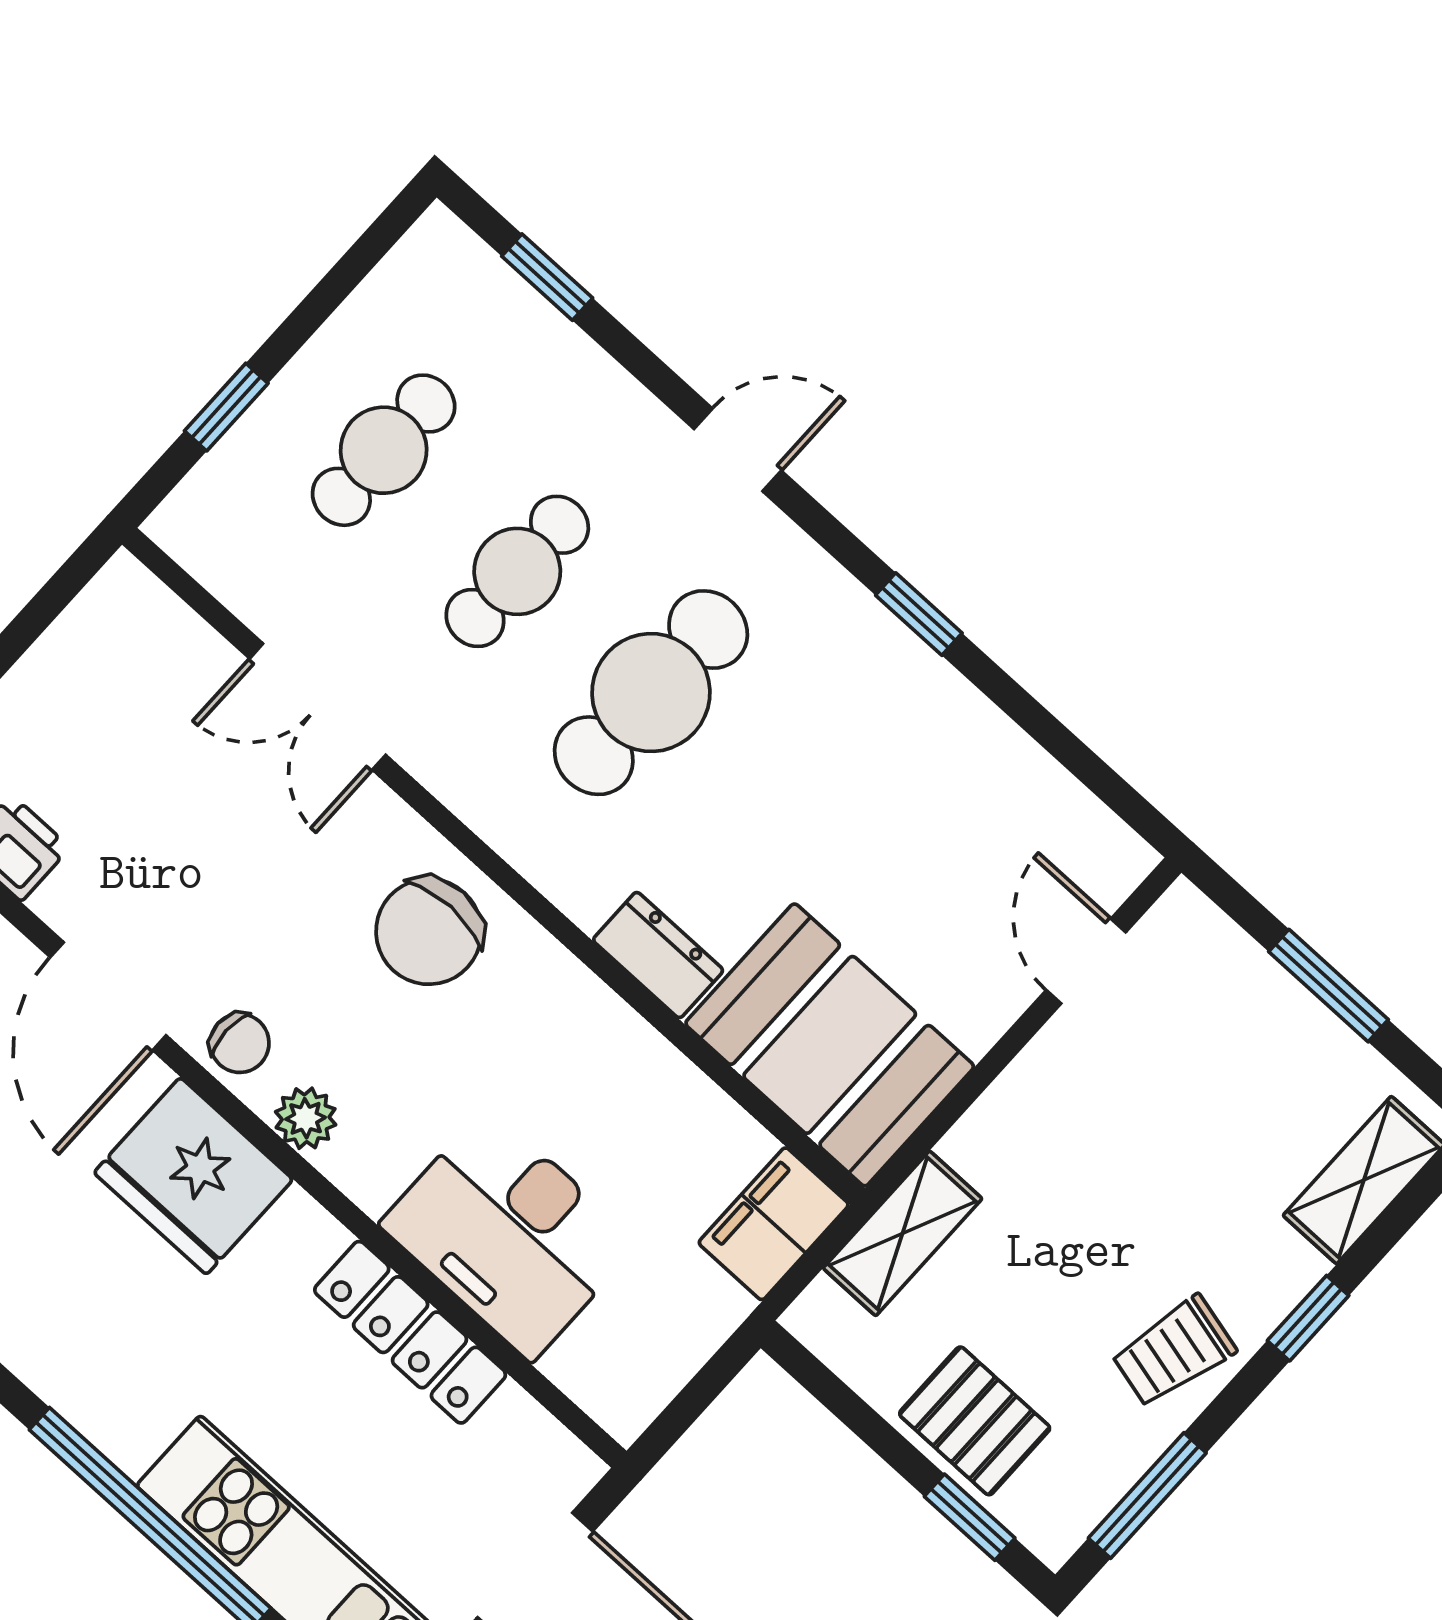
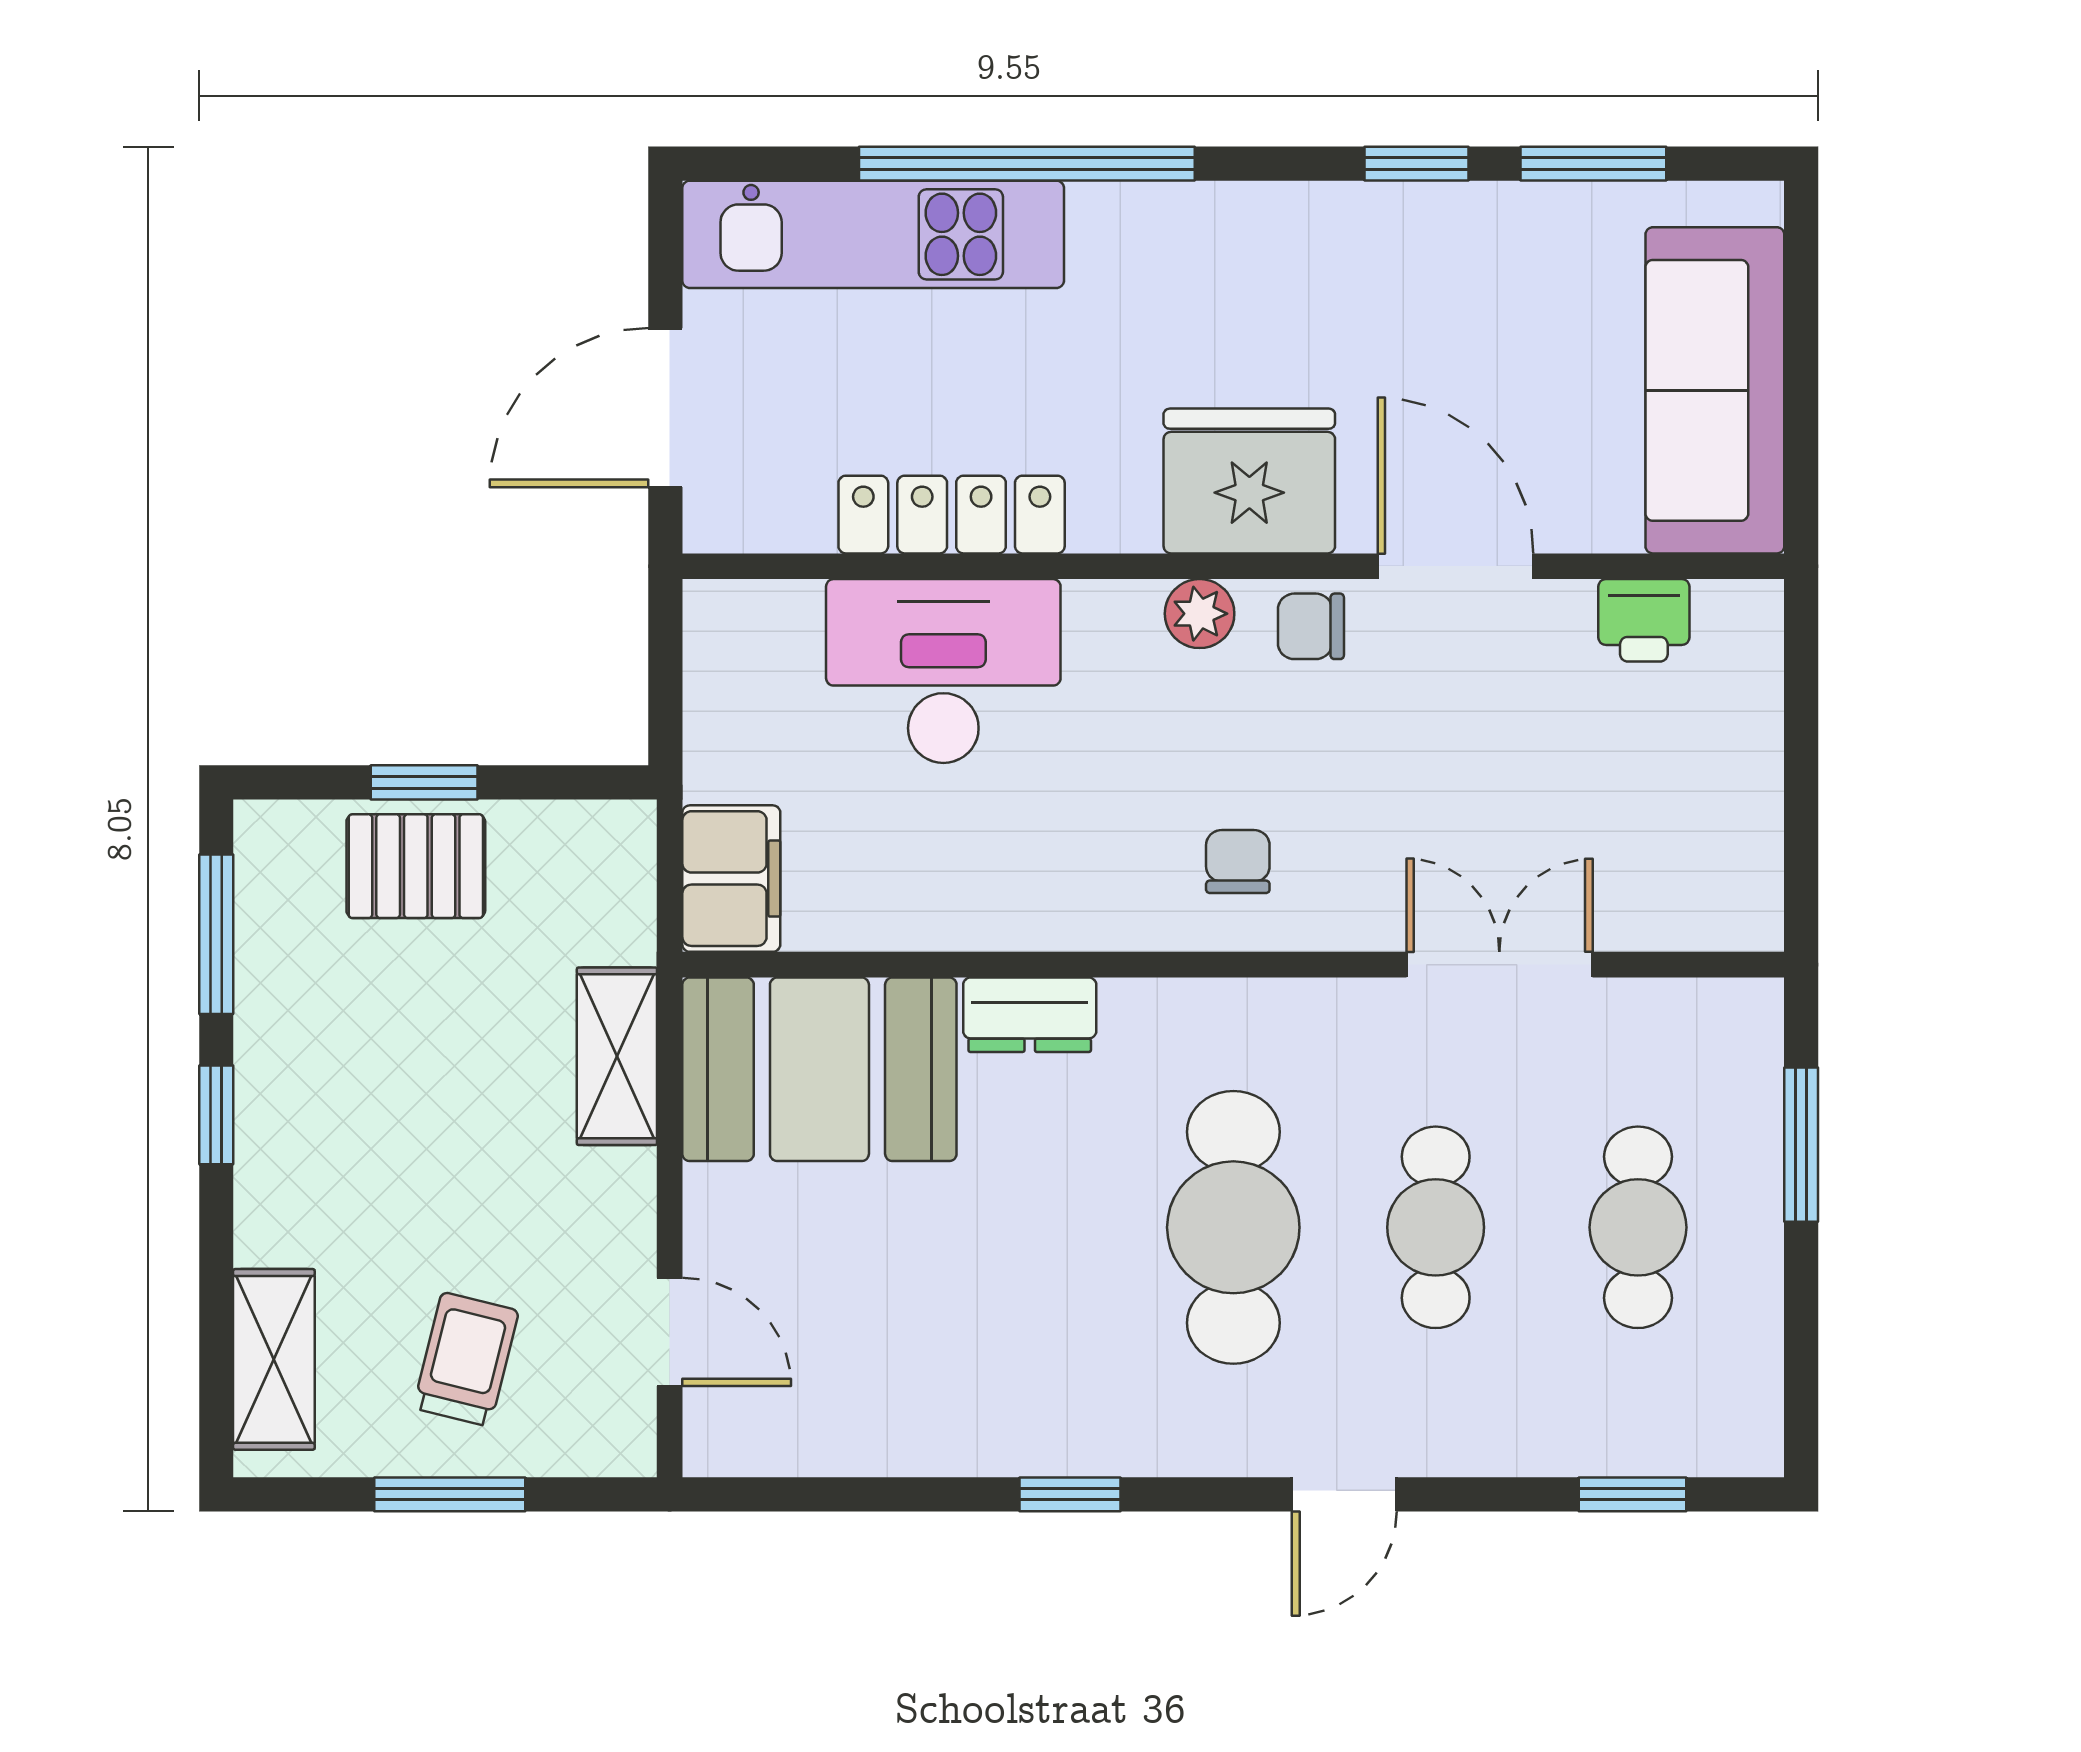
window: (226, 407) -> (1801, 1145), width x1.50
chair: (429, 932) -> (1238, 861), width x0.54, depth x0.54
shelving: (903, 1233) -> (617, 1056), moved
window: (1308, 1318) -> (216, 1115), moved
trolley: (1174, 1352) -> (466, 1359), moved
window: (970, 1517) -> (424, 782), moved

